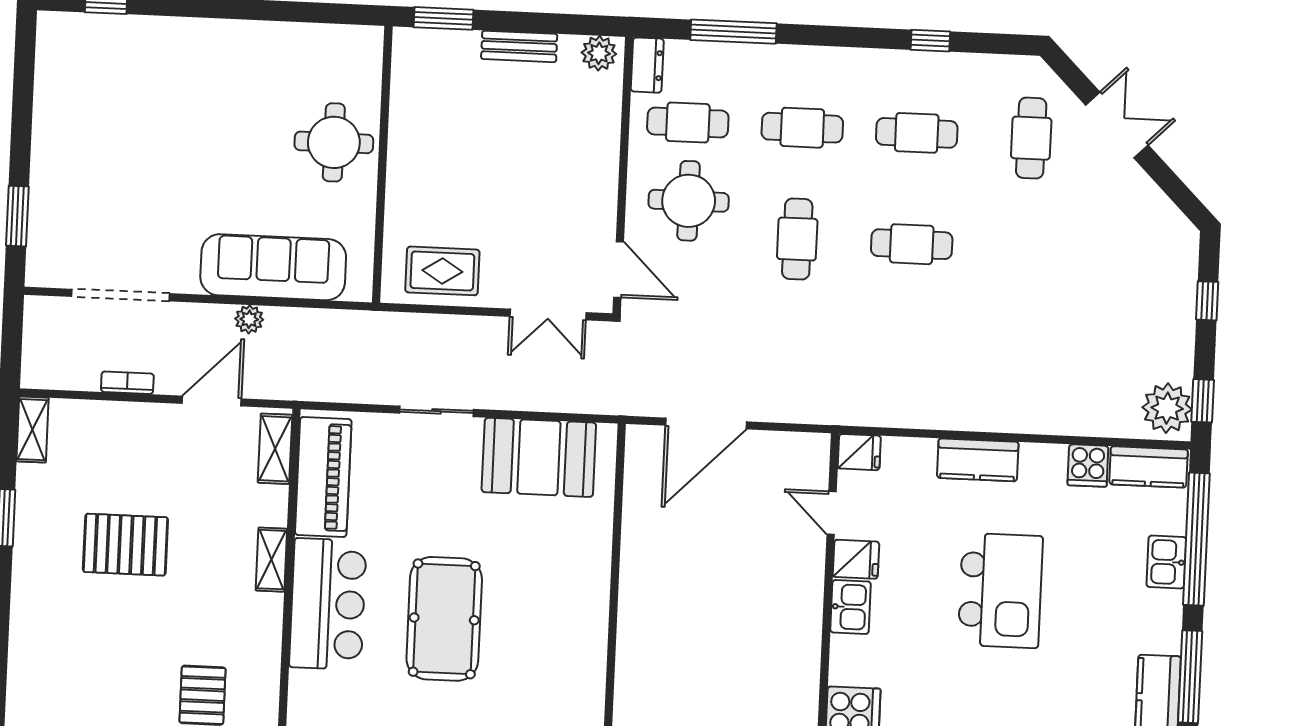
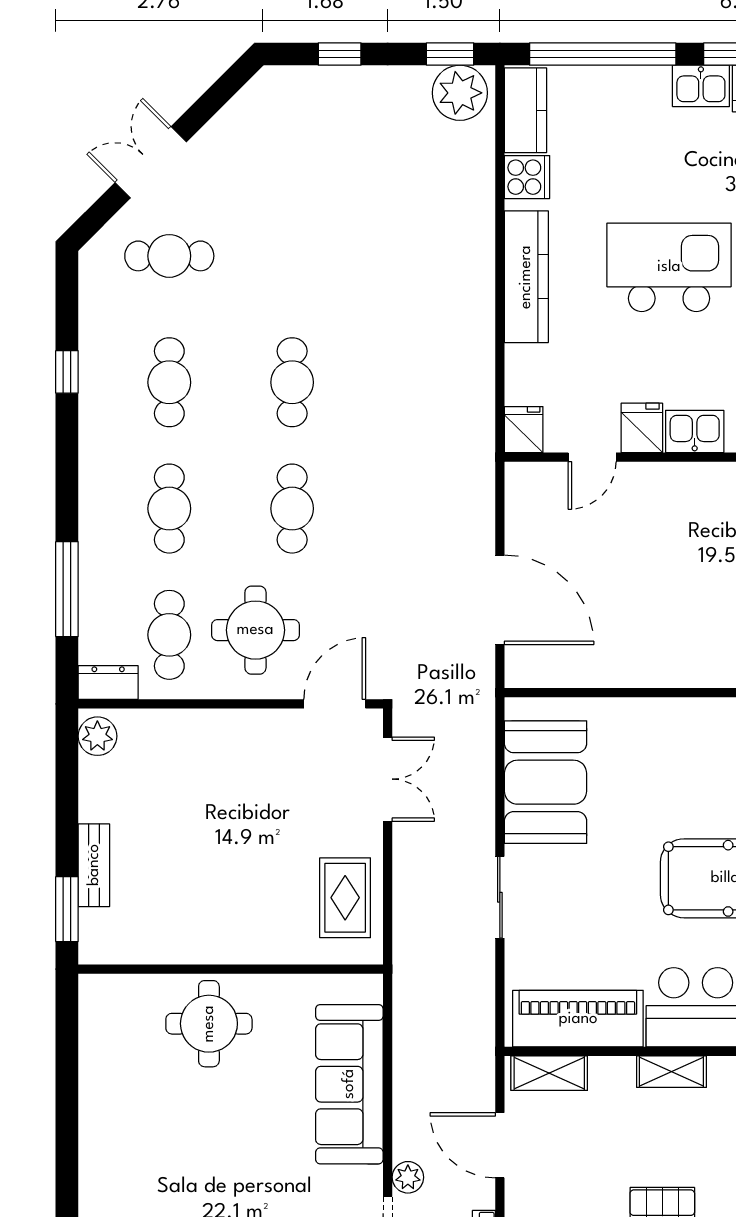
bench: (519, 46) -> (94, 865), moved
cafe table: (797, 239) -> (292, 509), turned 90
plant: (249, 319) -> (408, 1177), moved
kitchen counter: (978, 460) -> (526, 277), width x1.50
kitchen sink: (1166, 562) -> (701, 86), moved

